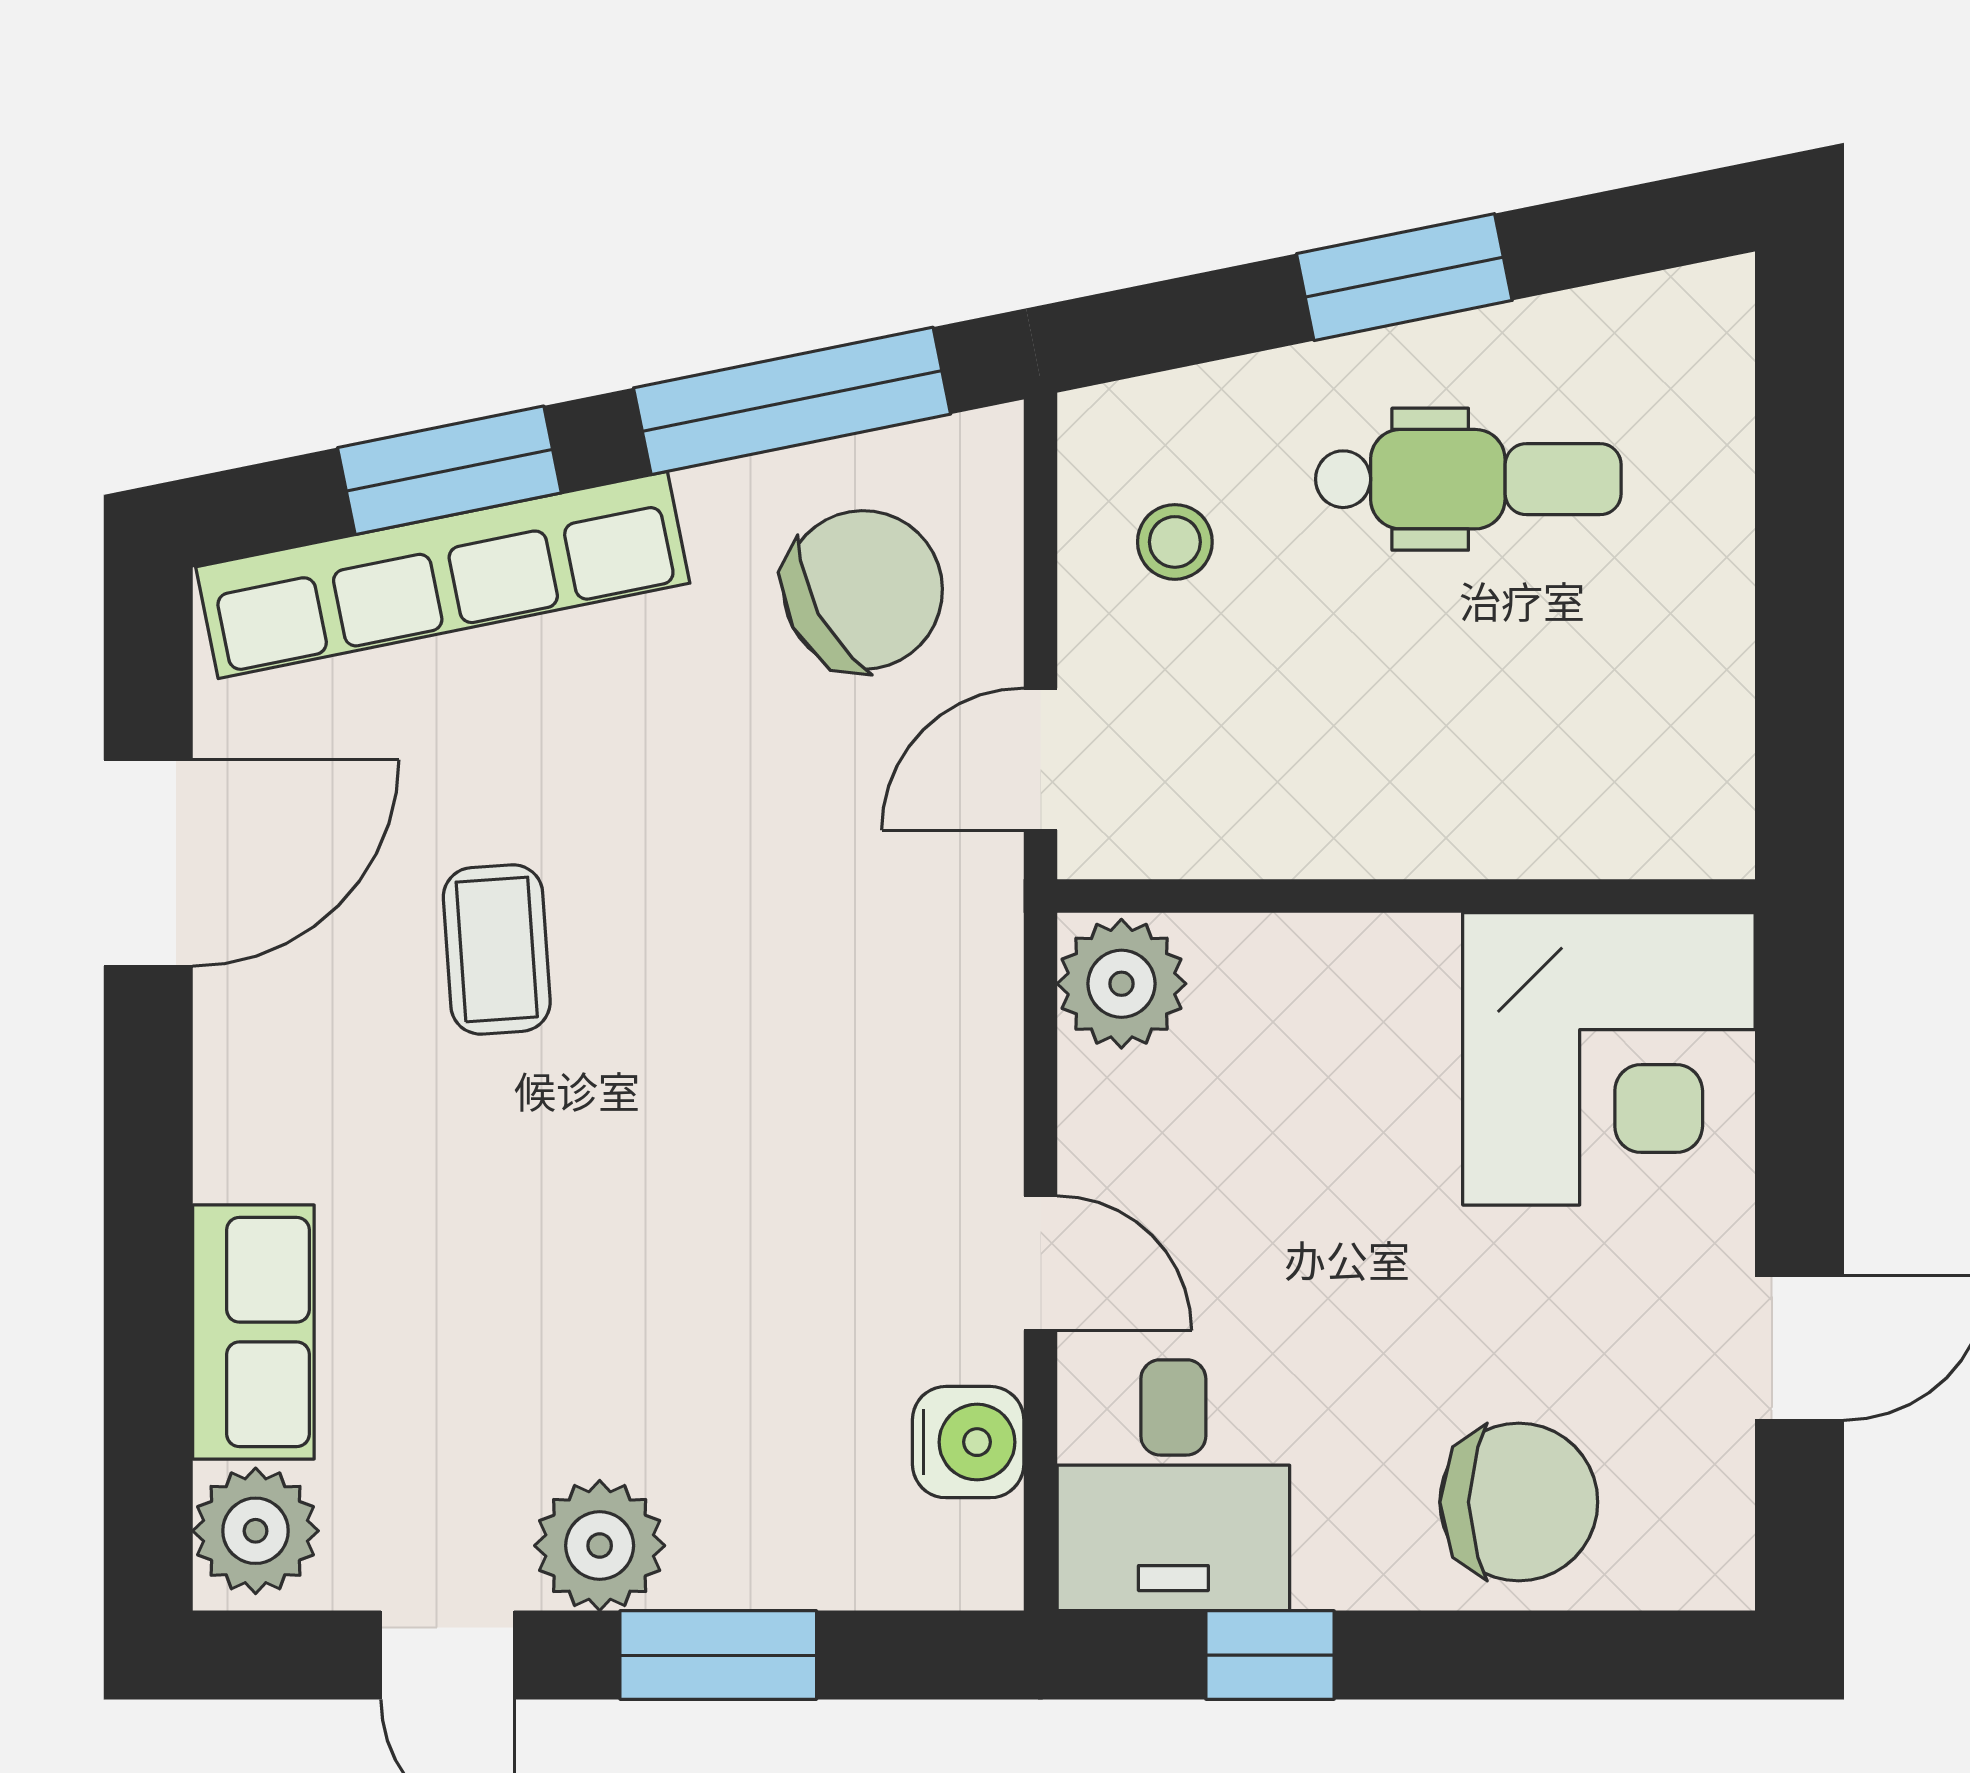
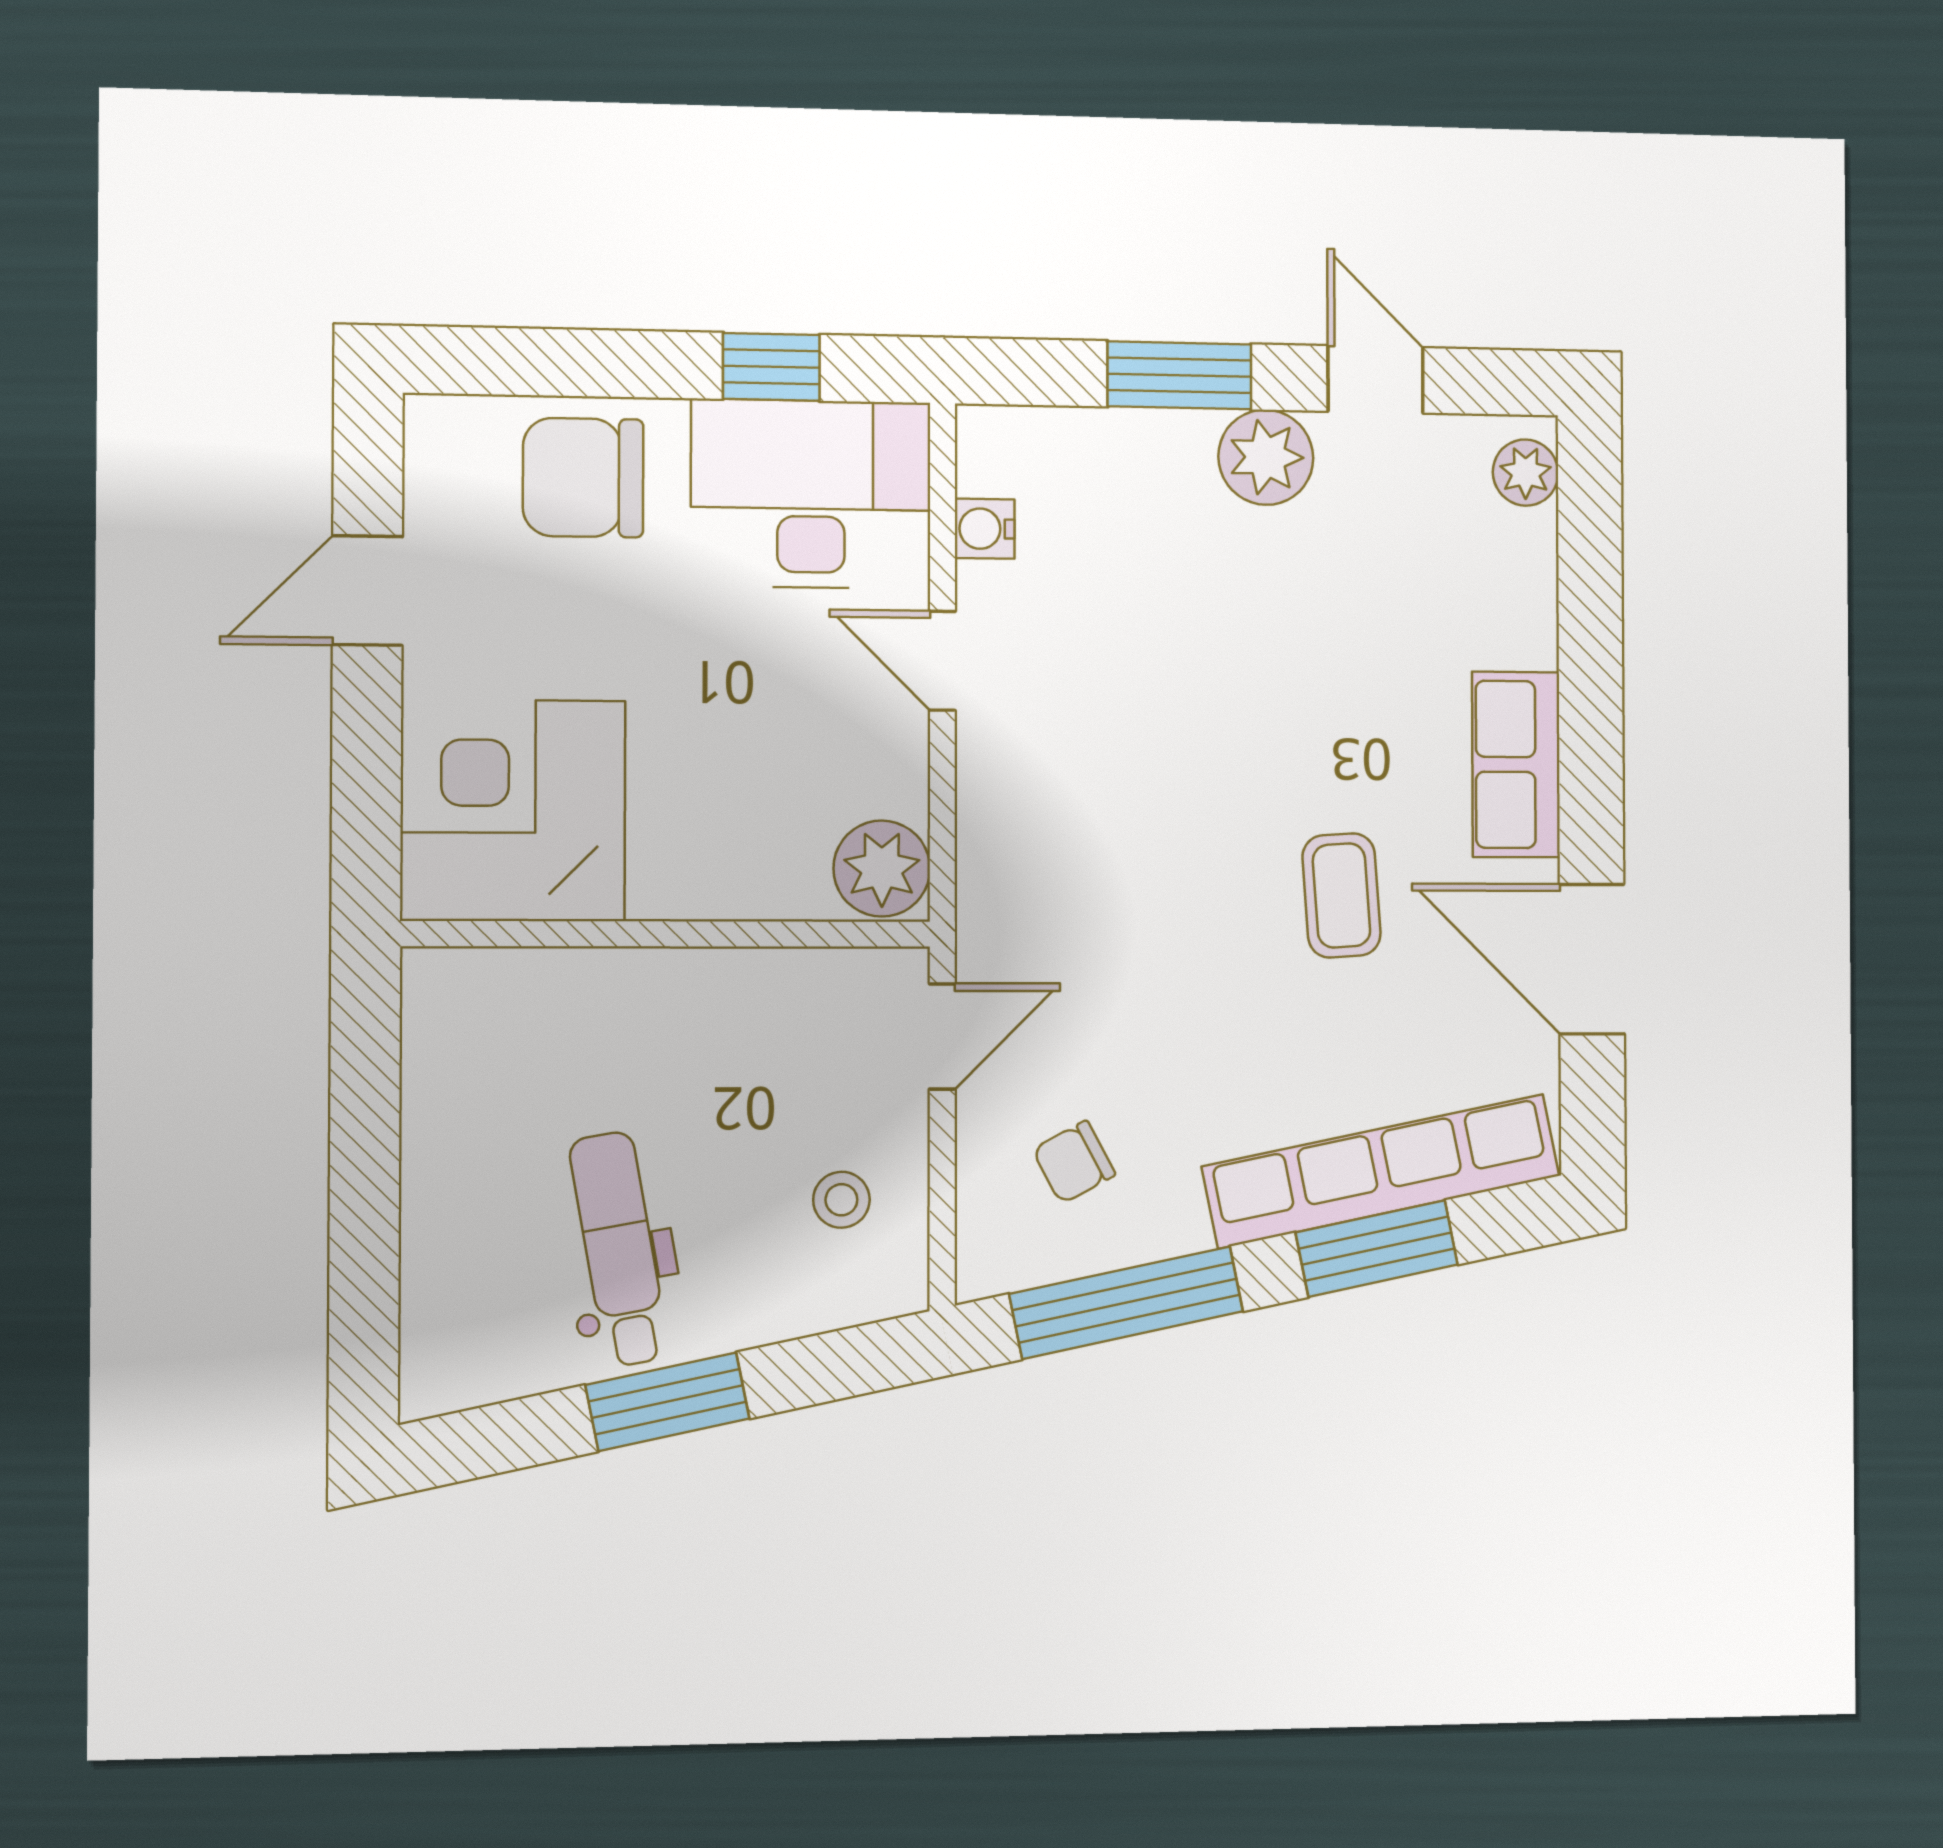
dental chair: (1468, 479) -> (619, 1249), turned 80
chair: (863, 590) -> (1074, 1162), width x0.54, depth x0.54
door: (148, 863) -> (1592, 959), hinge flipped
row of seats: (253, 1332) -> (1516, 764), moved
water cooler: (968, 1442) -> (985, 529), width x0.72, depth x0.72
desk: (1173, 1485) -> (811, 494), width x1.37
plant: (256, 1531) -> (1526, 473), width x0.73, depth x0.73

